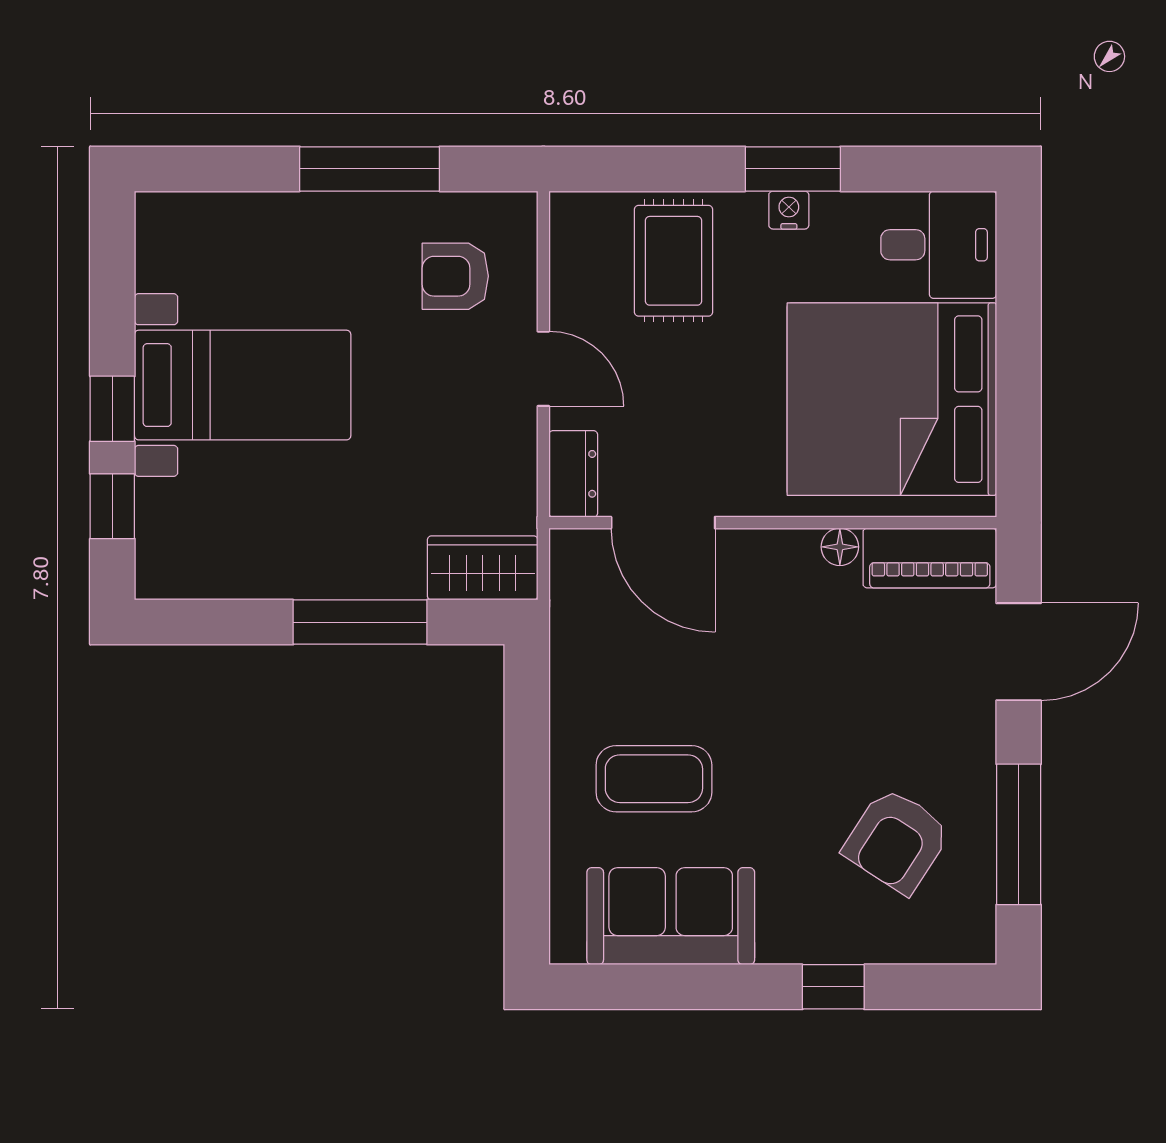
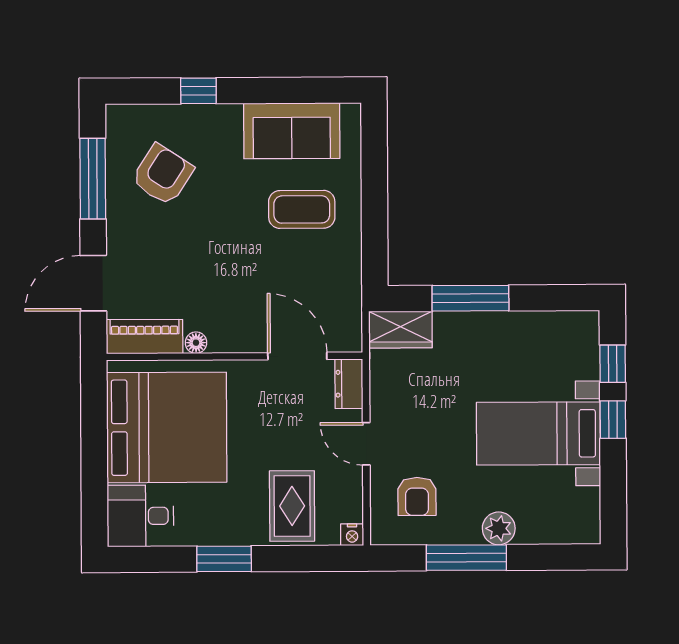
nightstand: (789, 210) -> (352, 535), moved
plant: (313, 220) -> (499, 528), added
armchair: (455, 276) -> (417, 496), turned 90

